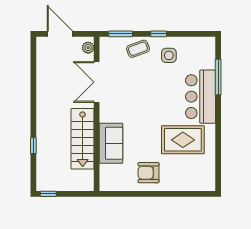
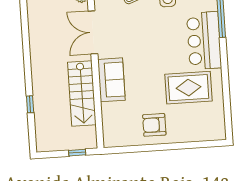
sofa: (111, 143) -> (111, 80), moved
window: (48, 194) -> (77, 153), moved

